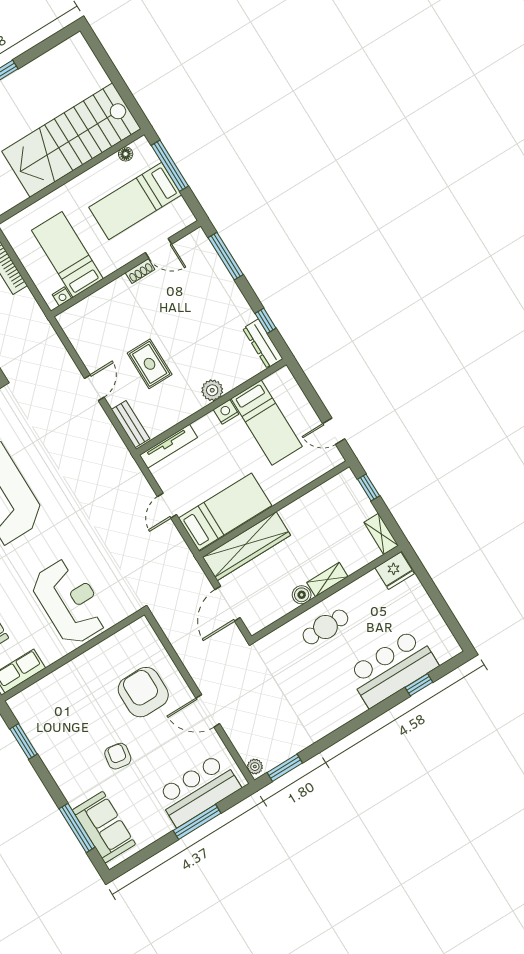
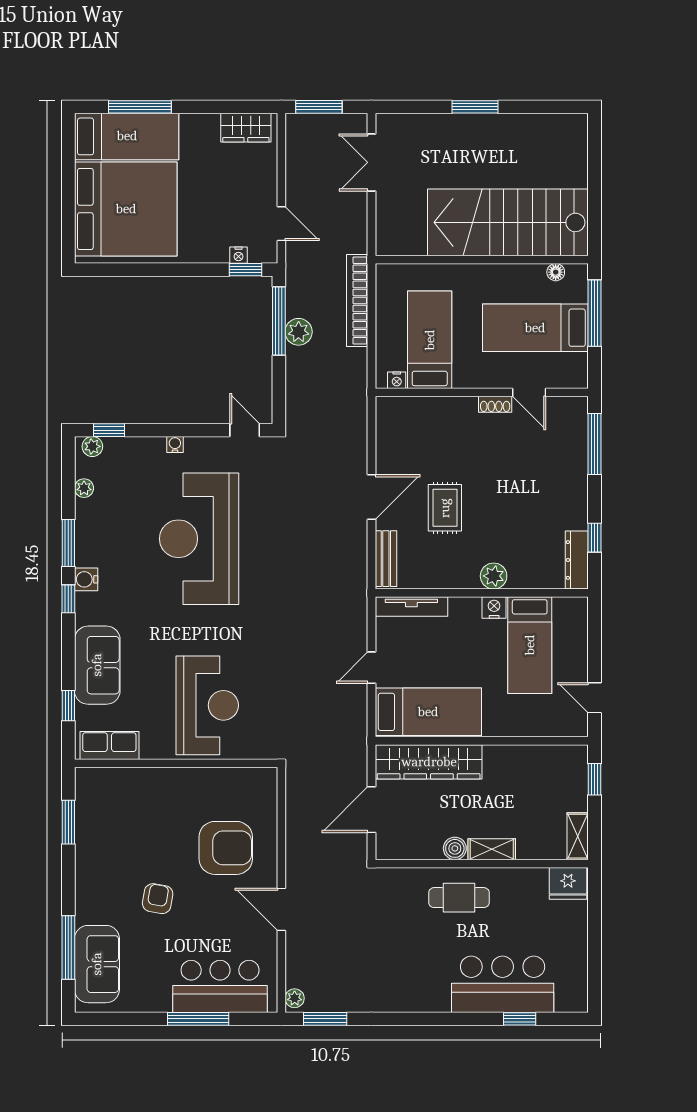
door: (94, 388) -> (371, 497), width x1.38
armchair: (143, 692) -> (226, 848), turned 90

